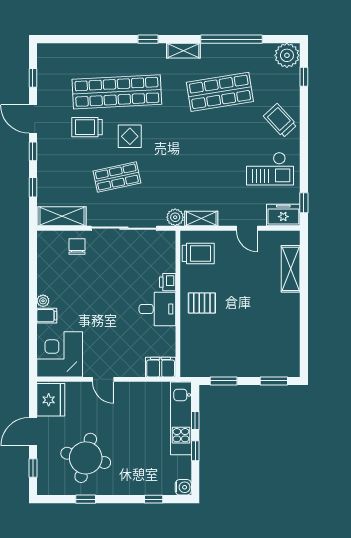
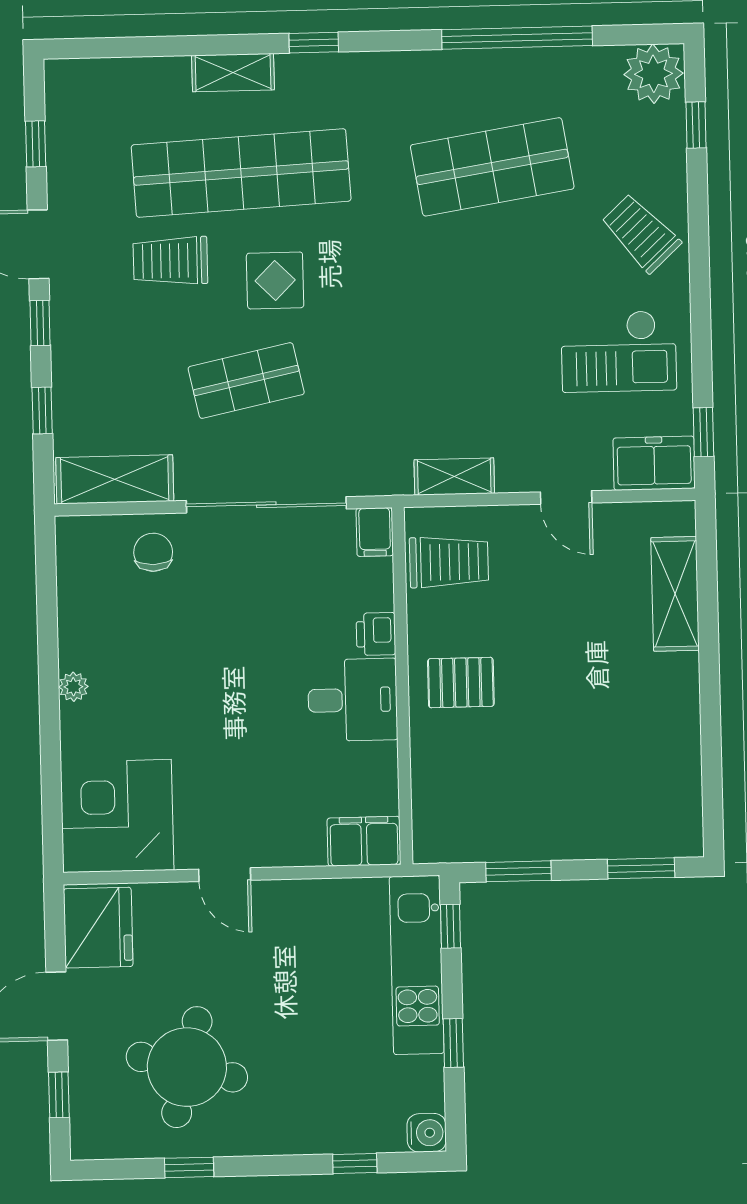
shelving: (183, 51) -> (233, 73), moved
plant: (175, 217) -> (391, 475), removed
filing cabinet: (47, 316) -> (375, 532), moved, turned 90
window: (195, 421) -> (450, 926), moved

